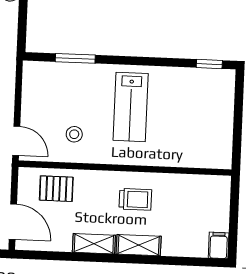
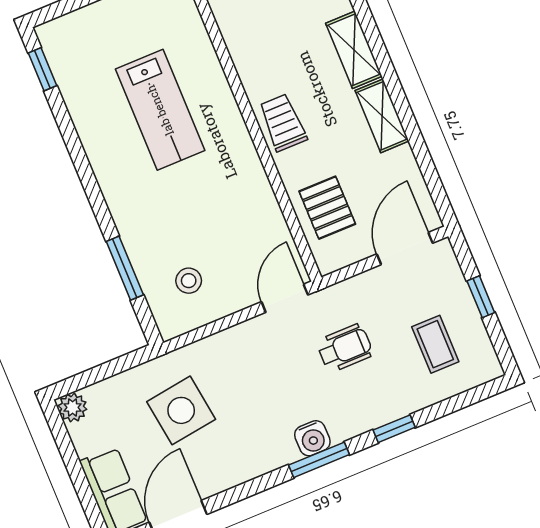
lab bench: (131, 107) -> (160, 110), moved, turned 90
stool: (74, 134) -> (189, 281), moved
trolley: (135, 199) -> (283, 123), moved

